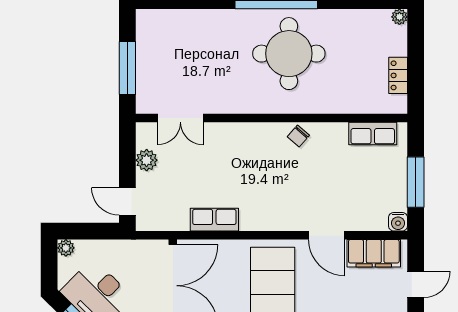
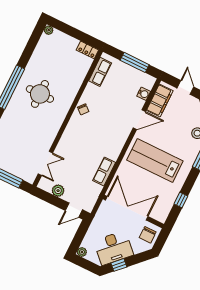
round table: (289, 54) -> (40, 94), width x0.73, depth x0.73
locker: (398, 75) -> (87, 50), moved
water cooler: (398, 222) -> (144, 94), moved

